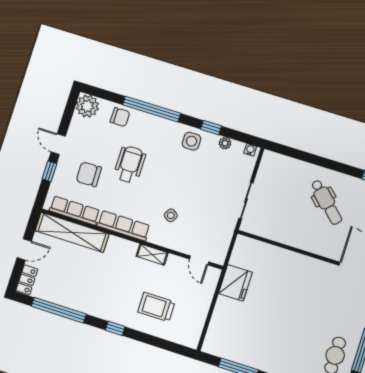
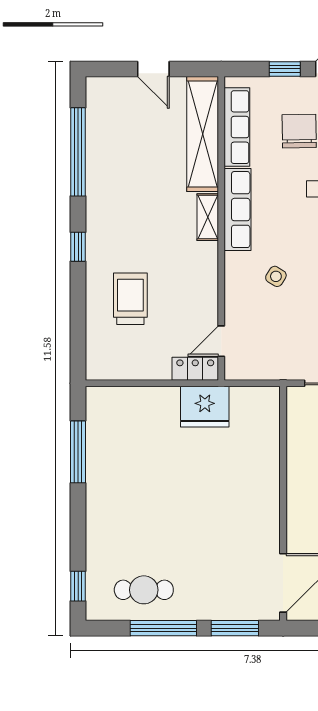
shelving: (152, 254) -> (208, 217), moved
locker: (27, 280) -> (195, 369), moved, turned 180

